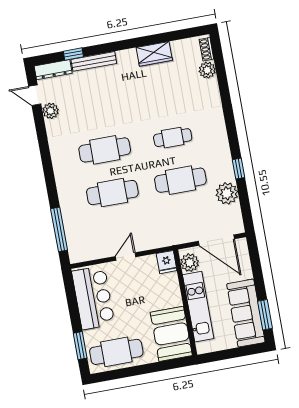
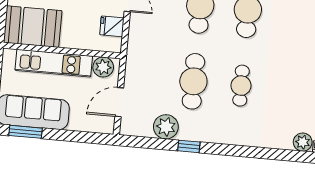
door: (216, 240) -> (119, 102), width x0.73
fridge: (167, 262) -> (112, 26), moved

